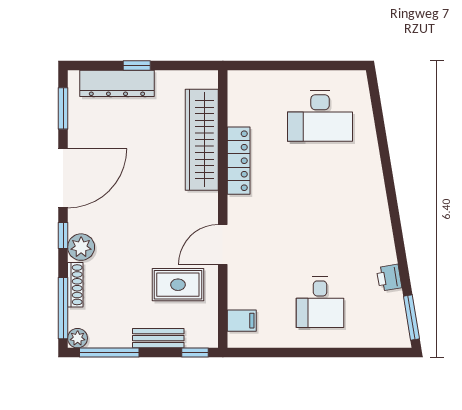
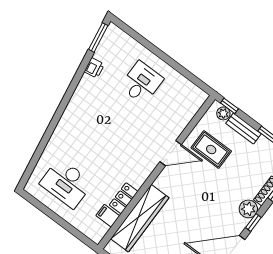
desk: (320, 116) -> (66, 183), turned 180
locker: (239, 161) -> (124, 198), width x0.66
filing cabinet: (242, 321) -> (108, 216), moved
plant: (196, 338) -> (223, 113), added

